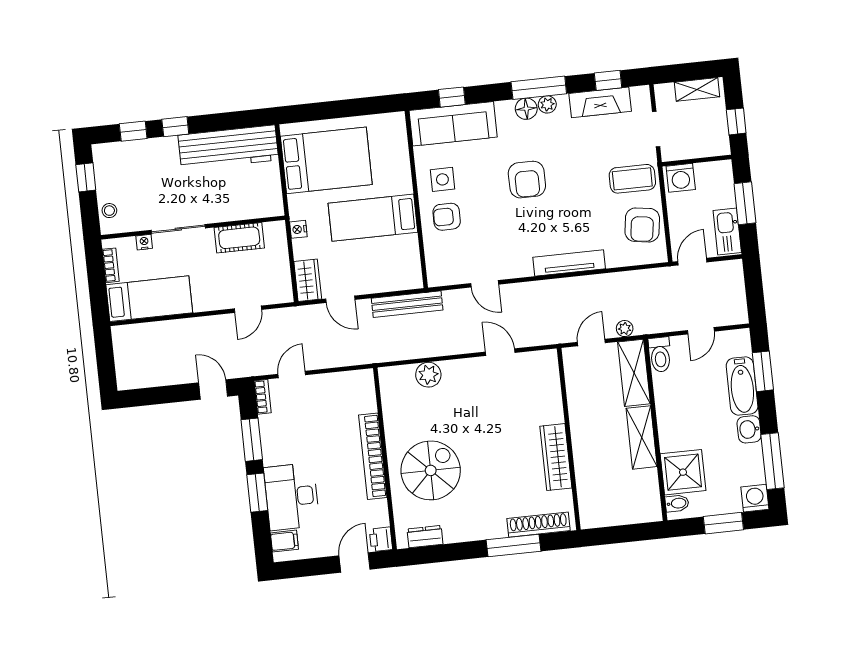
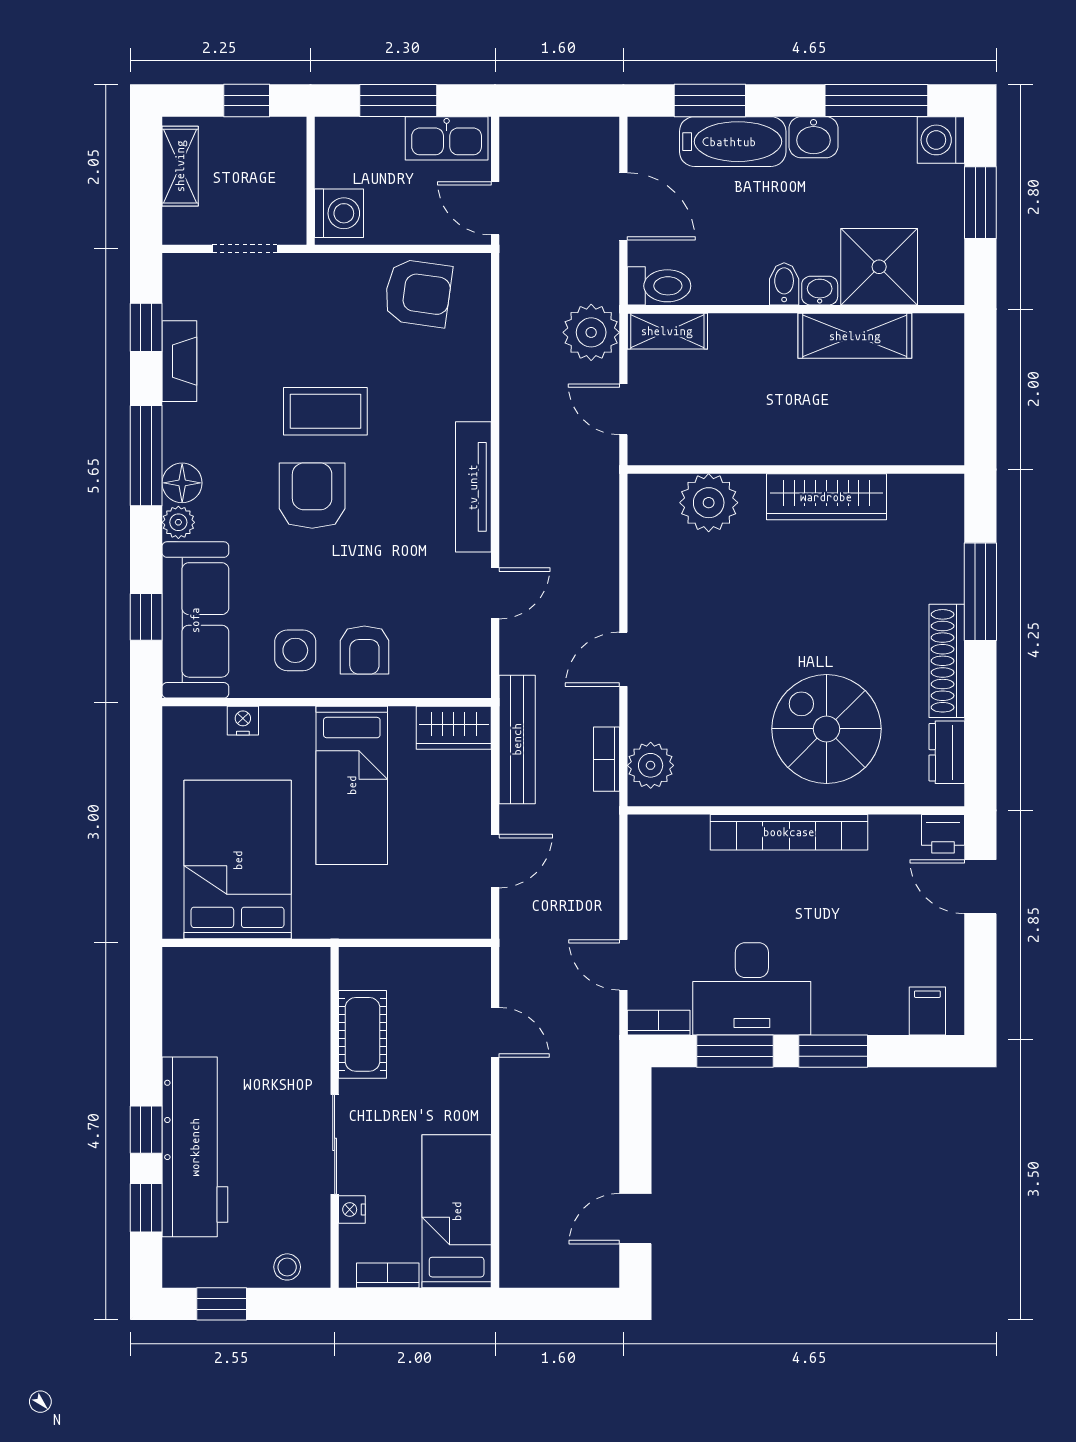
fireplace: (600, 102) -> (179, 361), width x0.73, depth x0.76
plant: (547, 104) -> (178, 522), moved
workbench: (228, 148) -> (195, 1147), moved
coffee table: (632, 179) -> (325, 411), moved, turned 90
armchair: (527, 180) -> (312, 496), turned -90
nightstand: (298, 229) -> (243, 721), moved, turned 180
tv unit: (569, 263) -> (473, 487), moved
wardrobe: (308, 280) -> (454, 728), moved, turned 180
plant: (625, 329) -> (591, 332), width x1.88, depth x1.88
door: (701, 331) -> (623, 206), width x1.38
door: (500, 352) -> (623, 659), moved
bookcase: (402, 354) -> (606, 759), added
shelving: (634, 373) -> (667, 331), width x0.67, depth x0.75
plant: (428, 375) -> (651, 765), moved
door: (213, 389) -> (635, 1219), moved
plant: (546, 394) -> (709, 503), added
shelving: (642, 437) -> (855, 336), moved
washbasin: (667, 441) -> (820, 291), added
desk: (292, 497) -> (752, 989), moved
bidet: (677, 503) -> (784, 284), moved
shoe rack: (538, 525) -> (947, 661), moved

